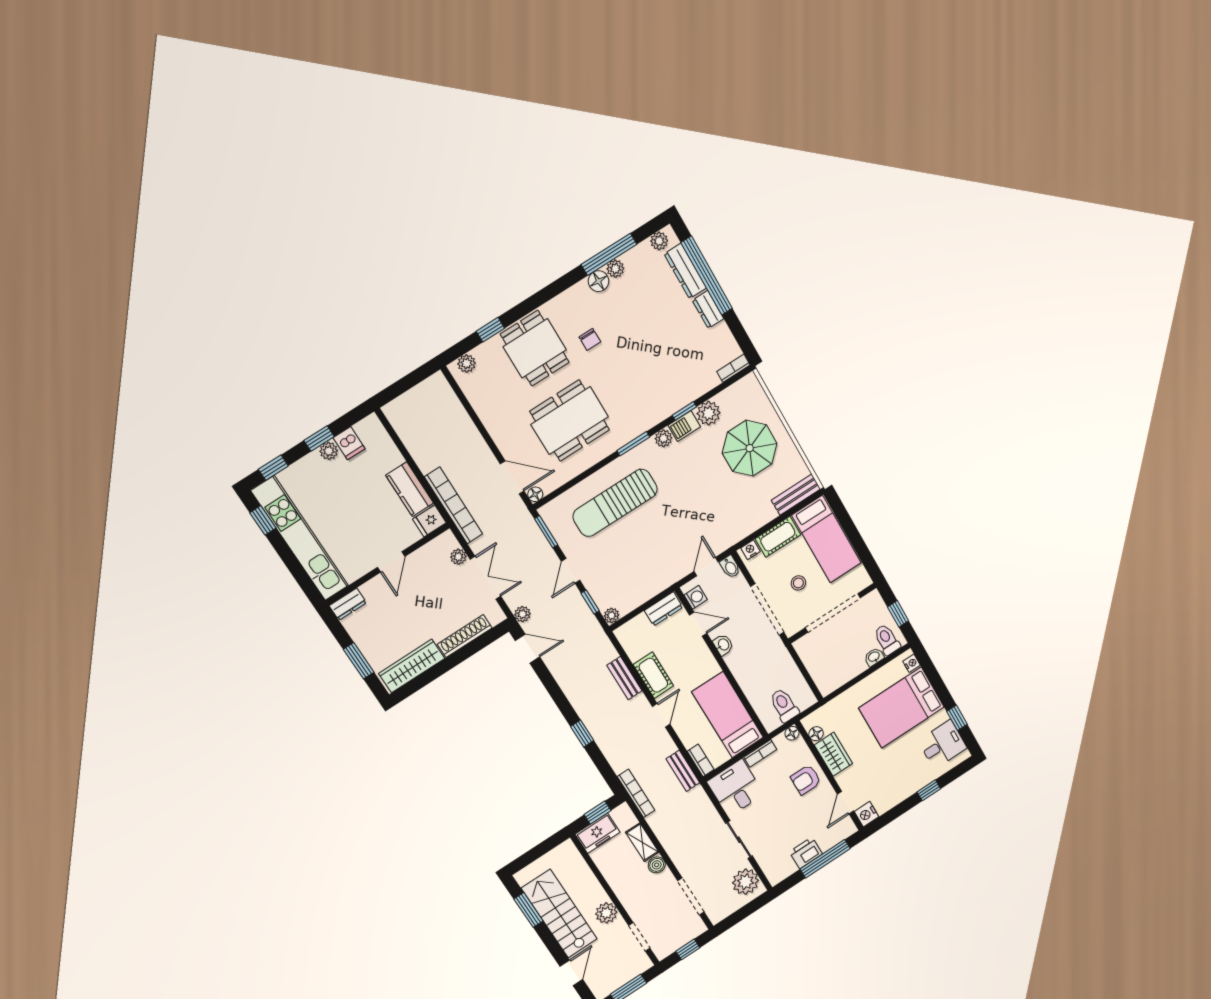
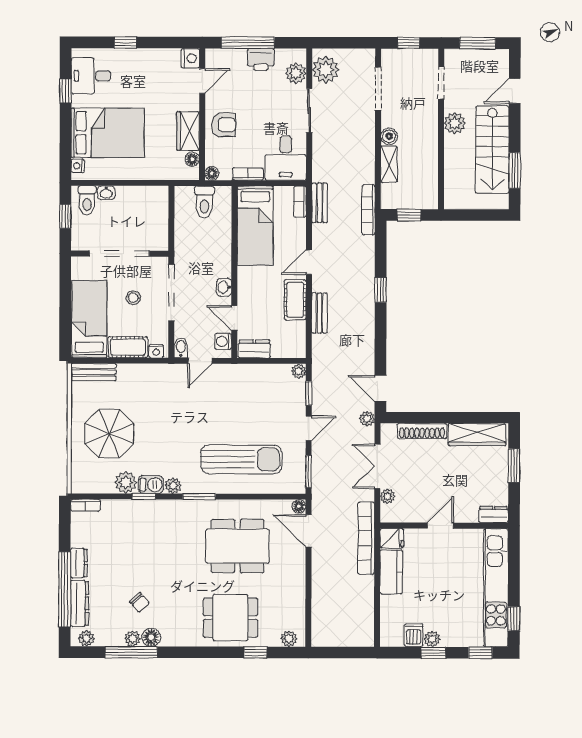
chair: (590, 339) -> (140, 603), moved, turned 138
dining table: (535, 348) -> (230, 618), turned 90
freezer: (598, 833) -> (420, 197), removed
plant: (769, 862) -> (296, 73), added

